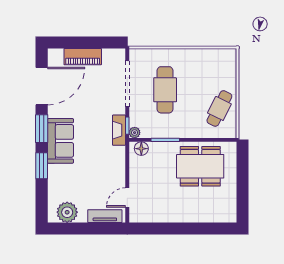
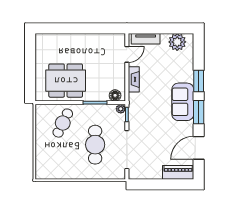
piano: (83, 57) -> (178, 172), moved
door: (42, 86) -> (199, 148), width x0.73
cafe table: (219, 108) -> (63, 123), moved
fireplace: (119, 130) -> (134, 79), moved

